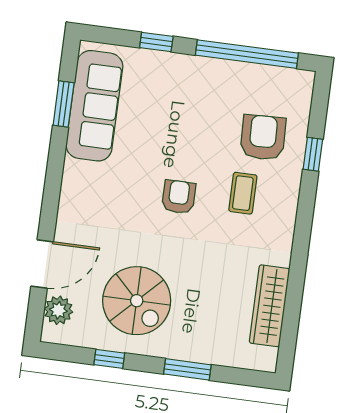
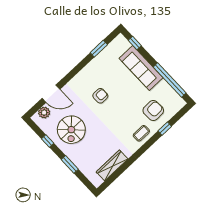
window: (156, 42) -> (135, 43), moved
sofa: (94, 106) -> (141, 68), moved, turned 90
coffee table: (243, 193) -> (141, 133), moved
armchair: (179, 197) -> (100, 96), moved

